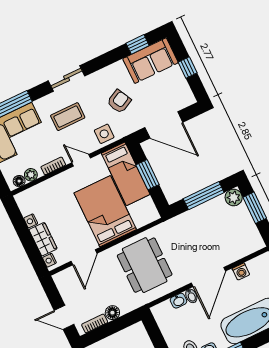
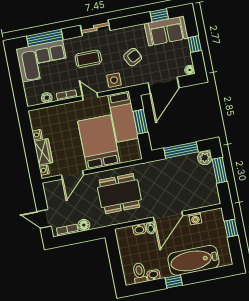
door: (164, 125) -> (164, 85), hinge flipped
floor lamp: (19, 181) -> (190, 70), moved
dining table: (145, 265) -> (119, 194), turned 90

